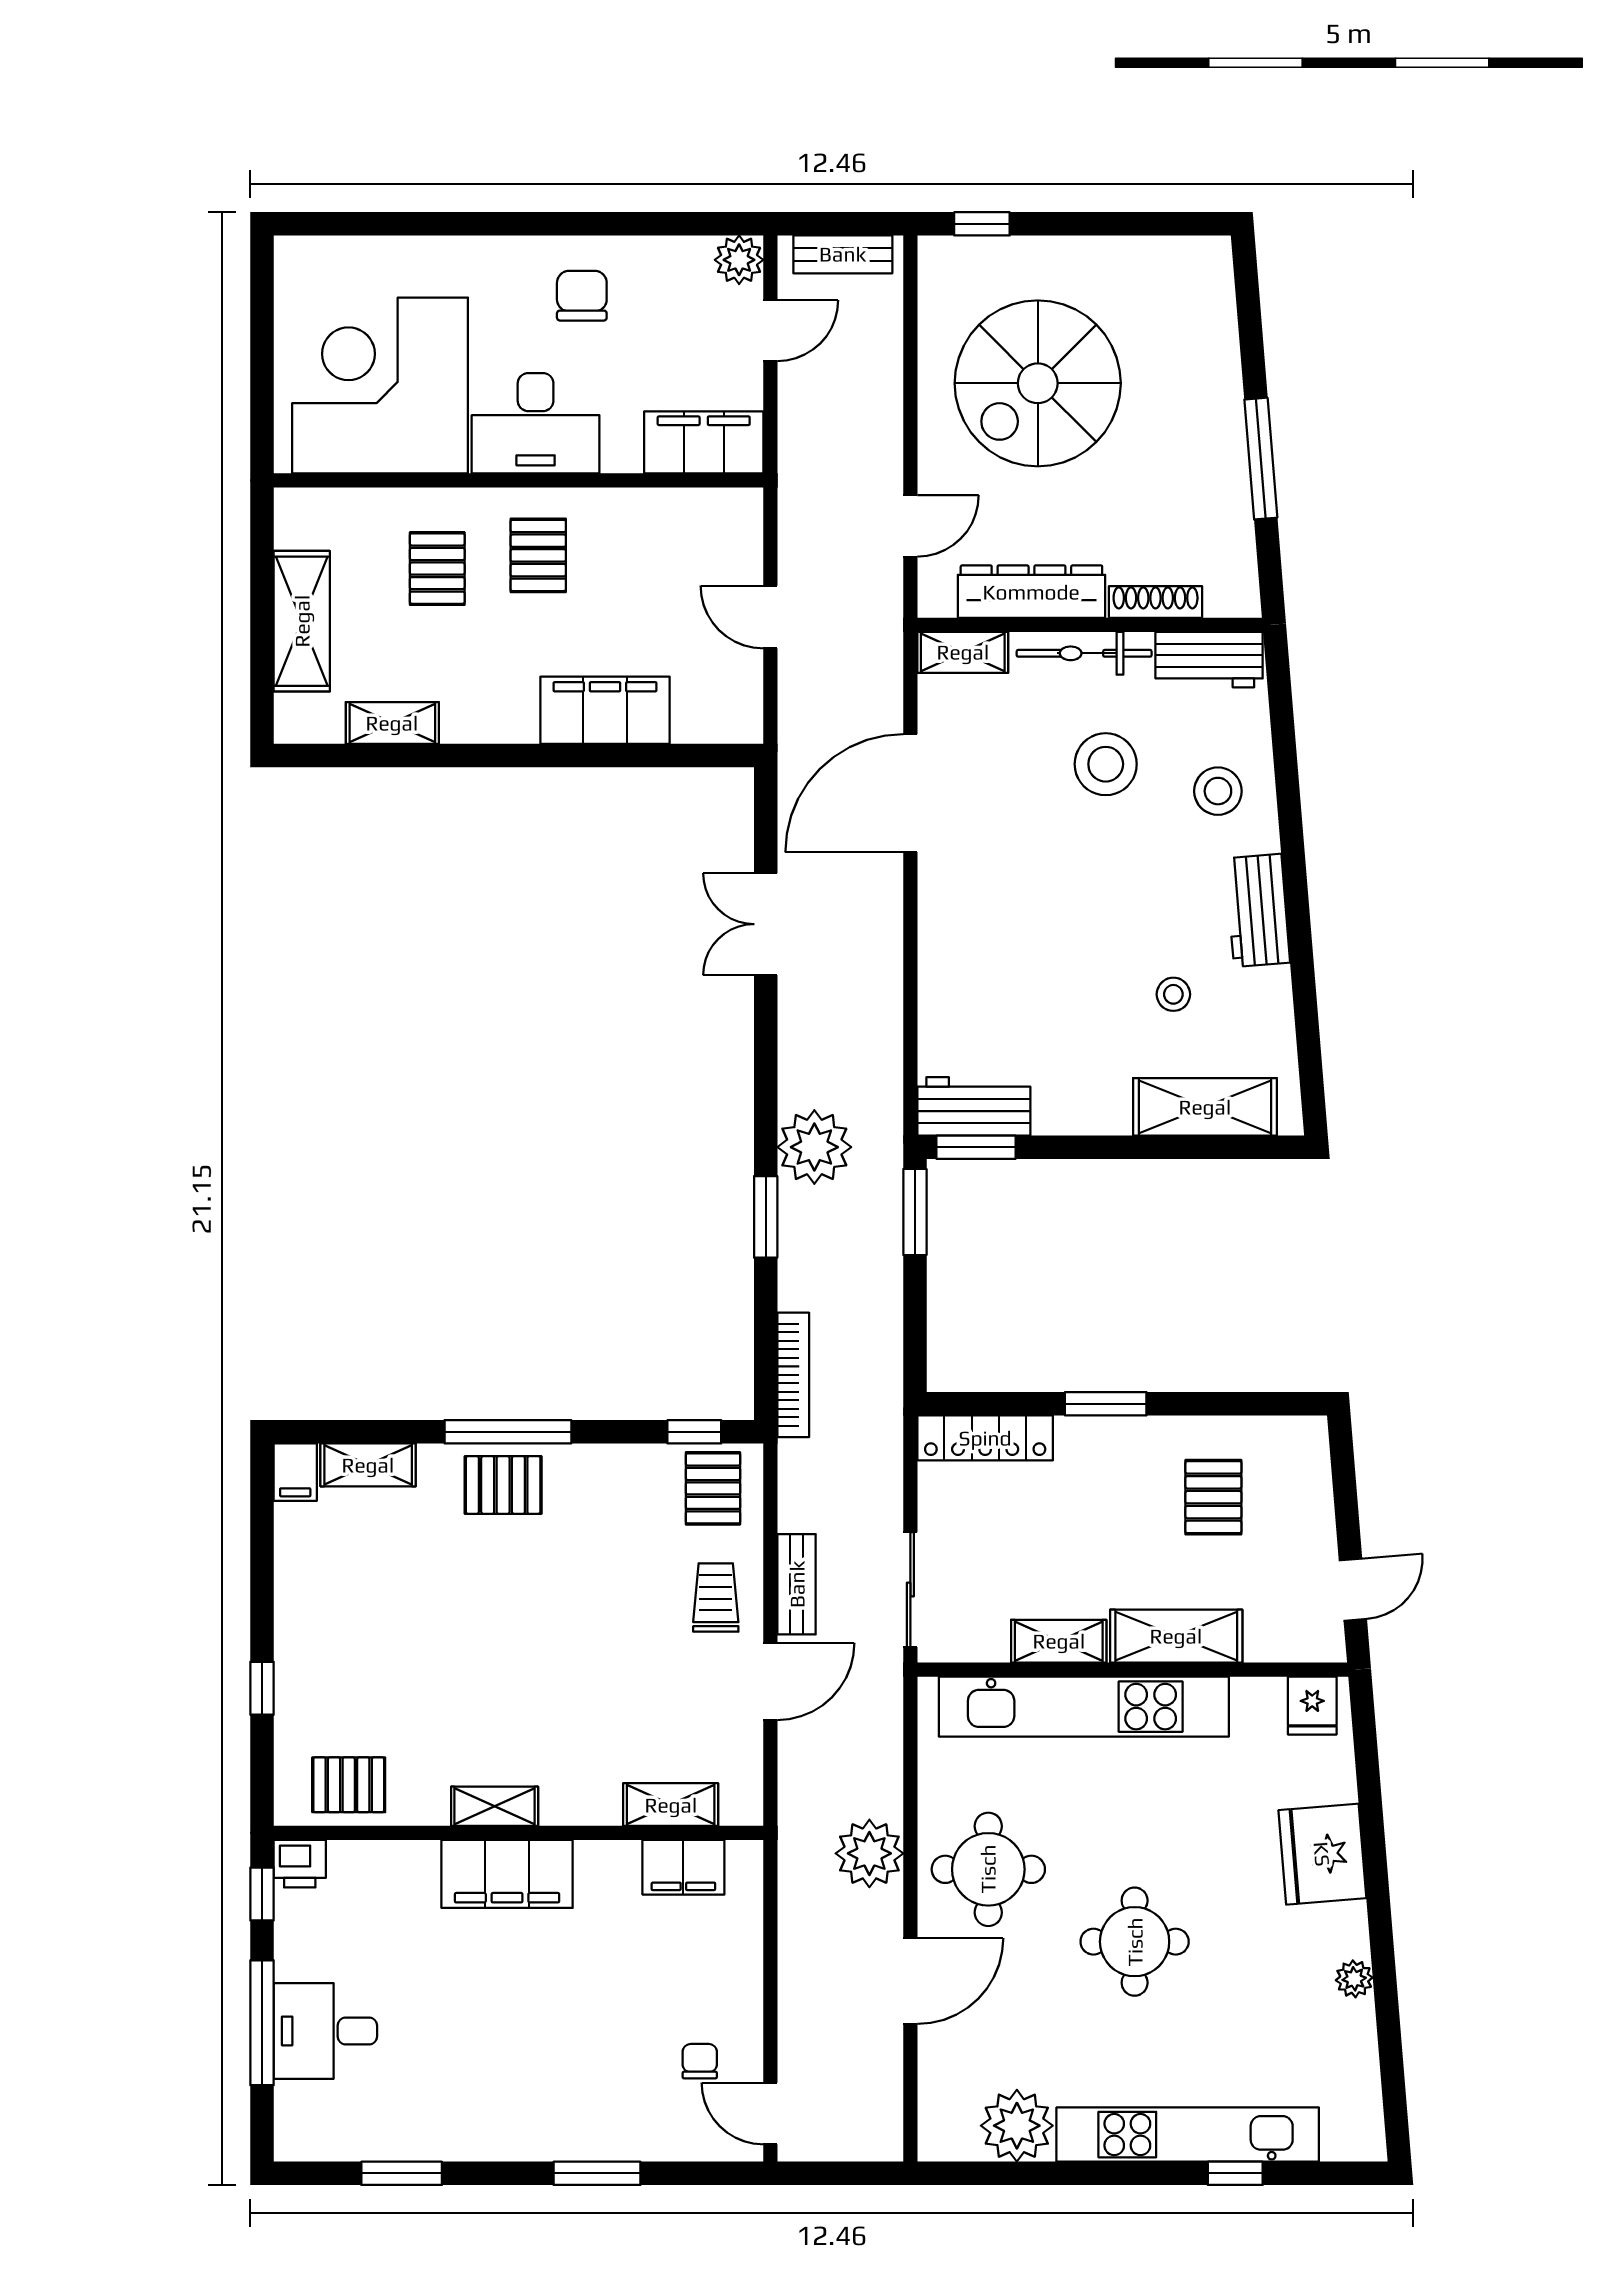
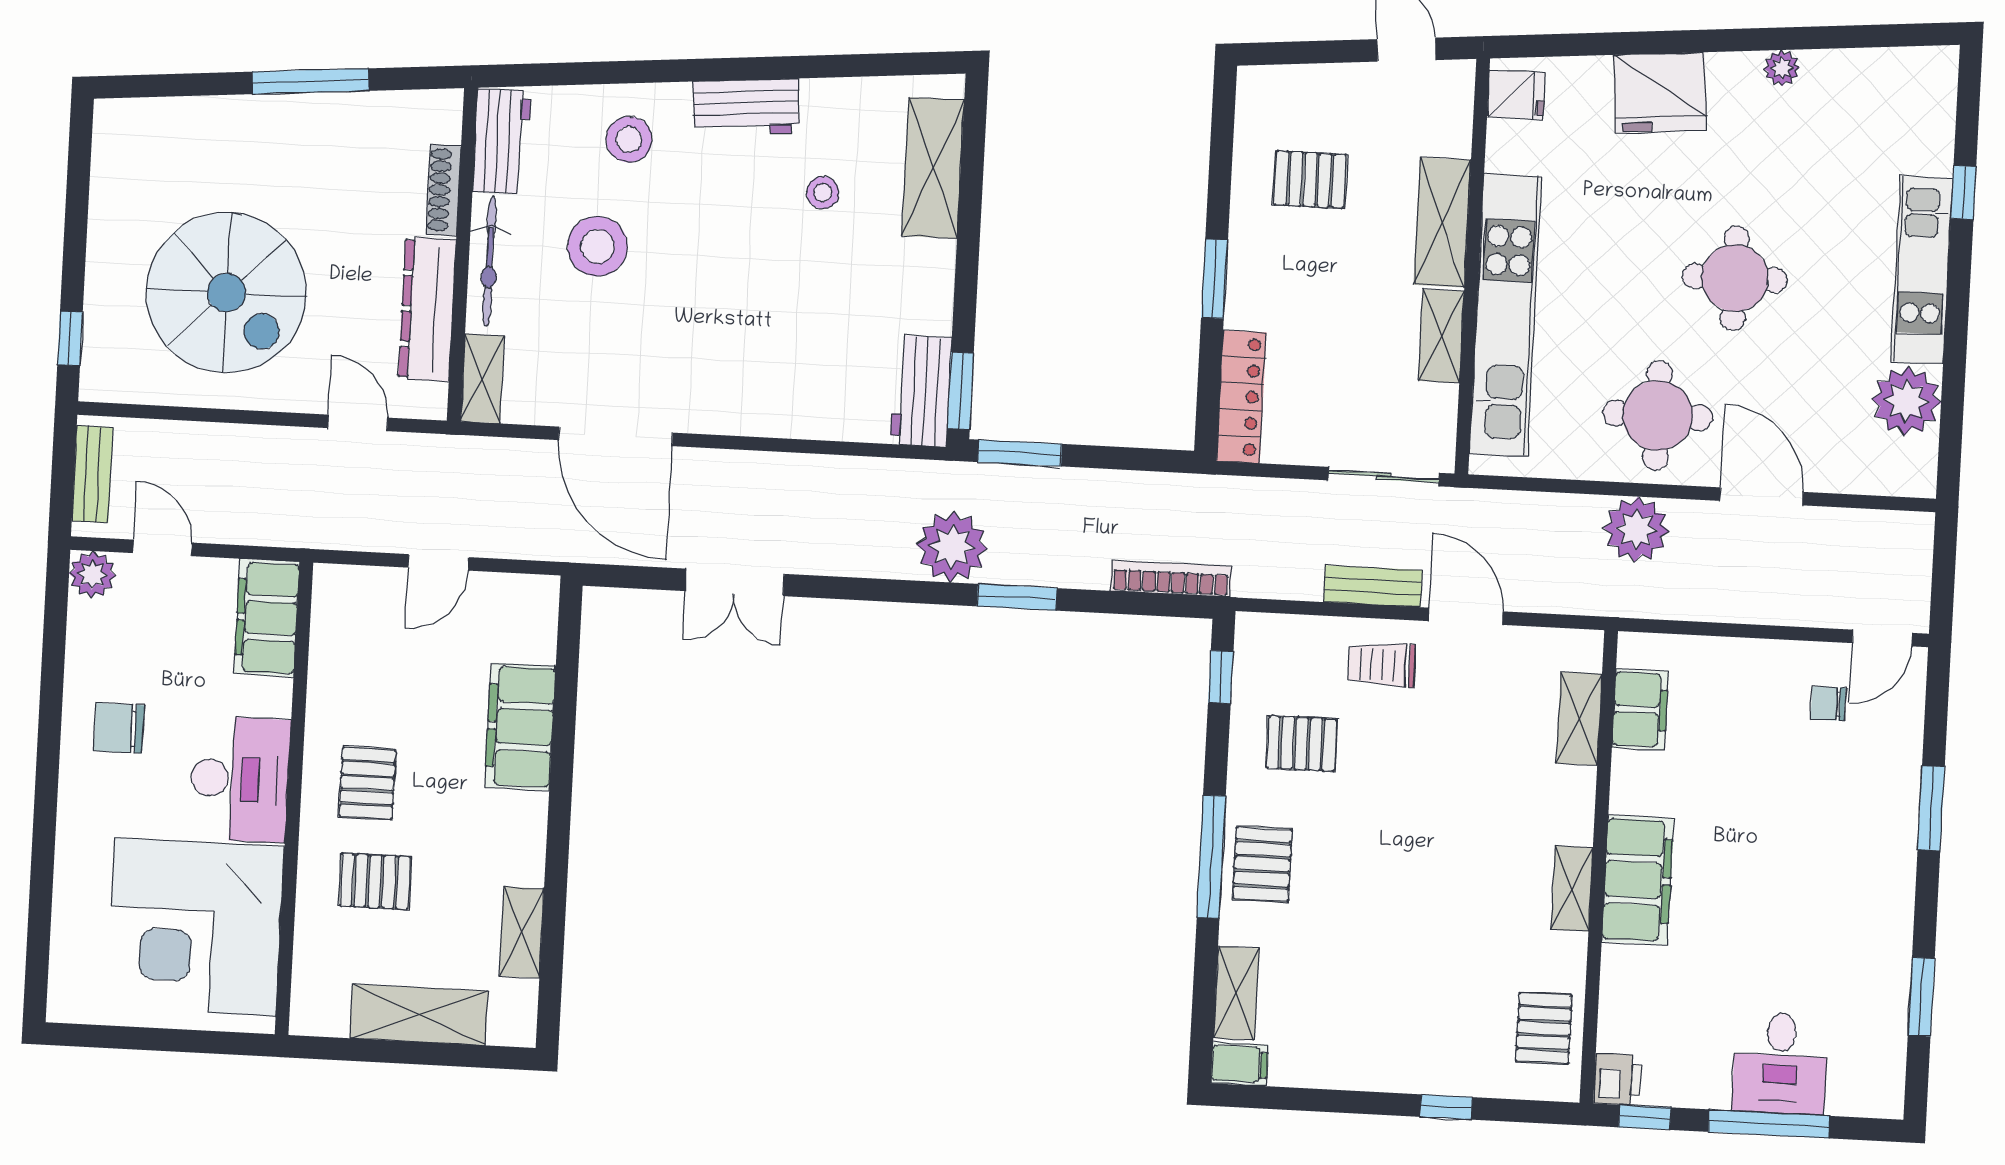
pallet: (538, 555) -> (367, 783), turned 90
pallet: (713, 1488) -> (1301, 744), moved
kitchen unit: (1188, 2135) -> (1922, 270), width x0.73

